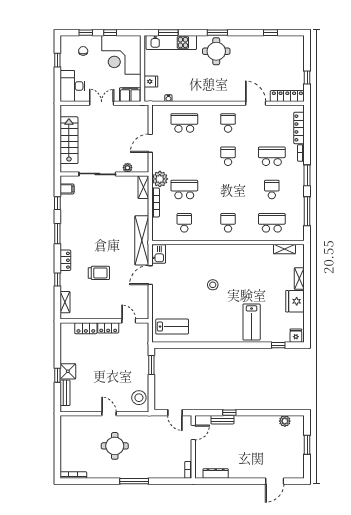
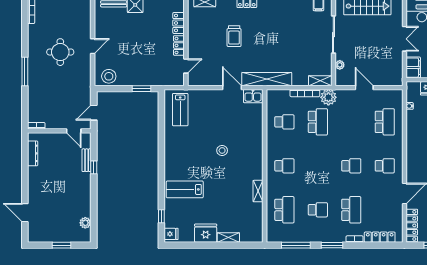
shelving: (284, 249) -> (258, 191), moved

